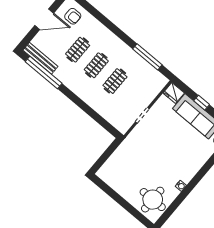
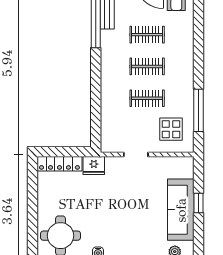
display table: (145, 82) -> (171, 129), added
fridge: (174, 93) -> (94, 165), moved, turned -90
locker: (110, 165) -> (59, 164), added

